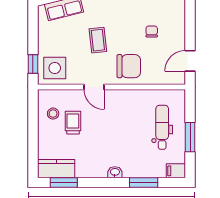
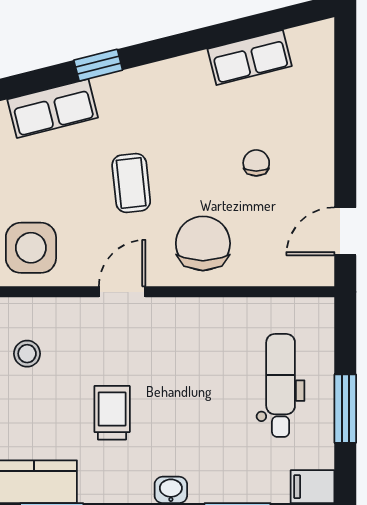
chair: (129, 66) -> (203, 243), turned -90
door: (94, 87) -> (122, 292), swing flipped
trolley: (73, 123) -> (112, 413), moved

